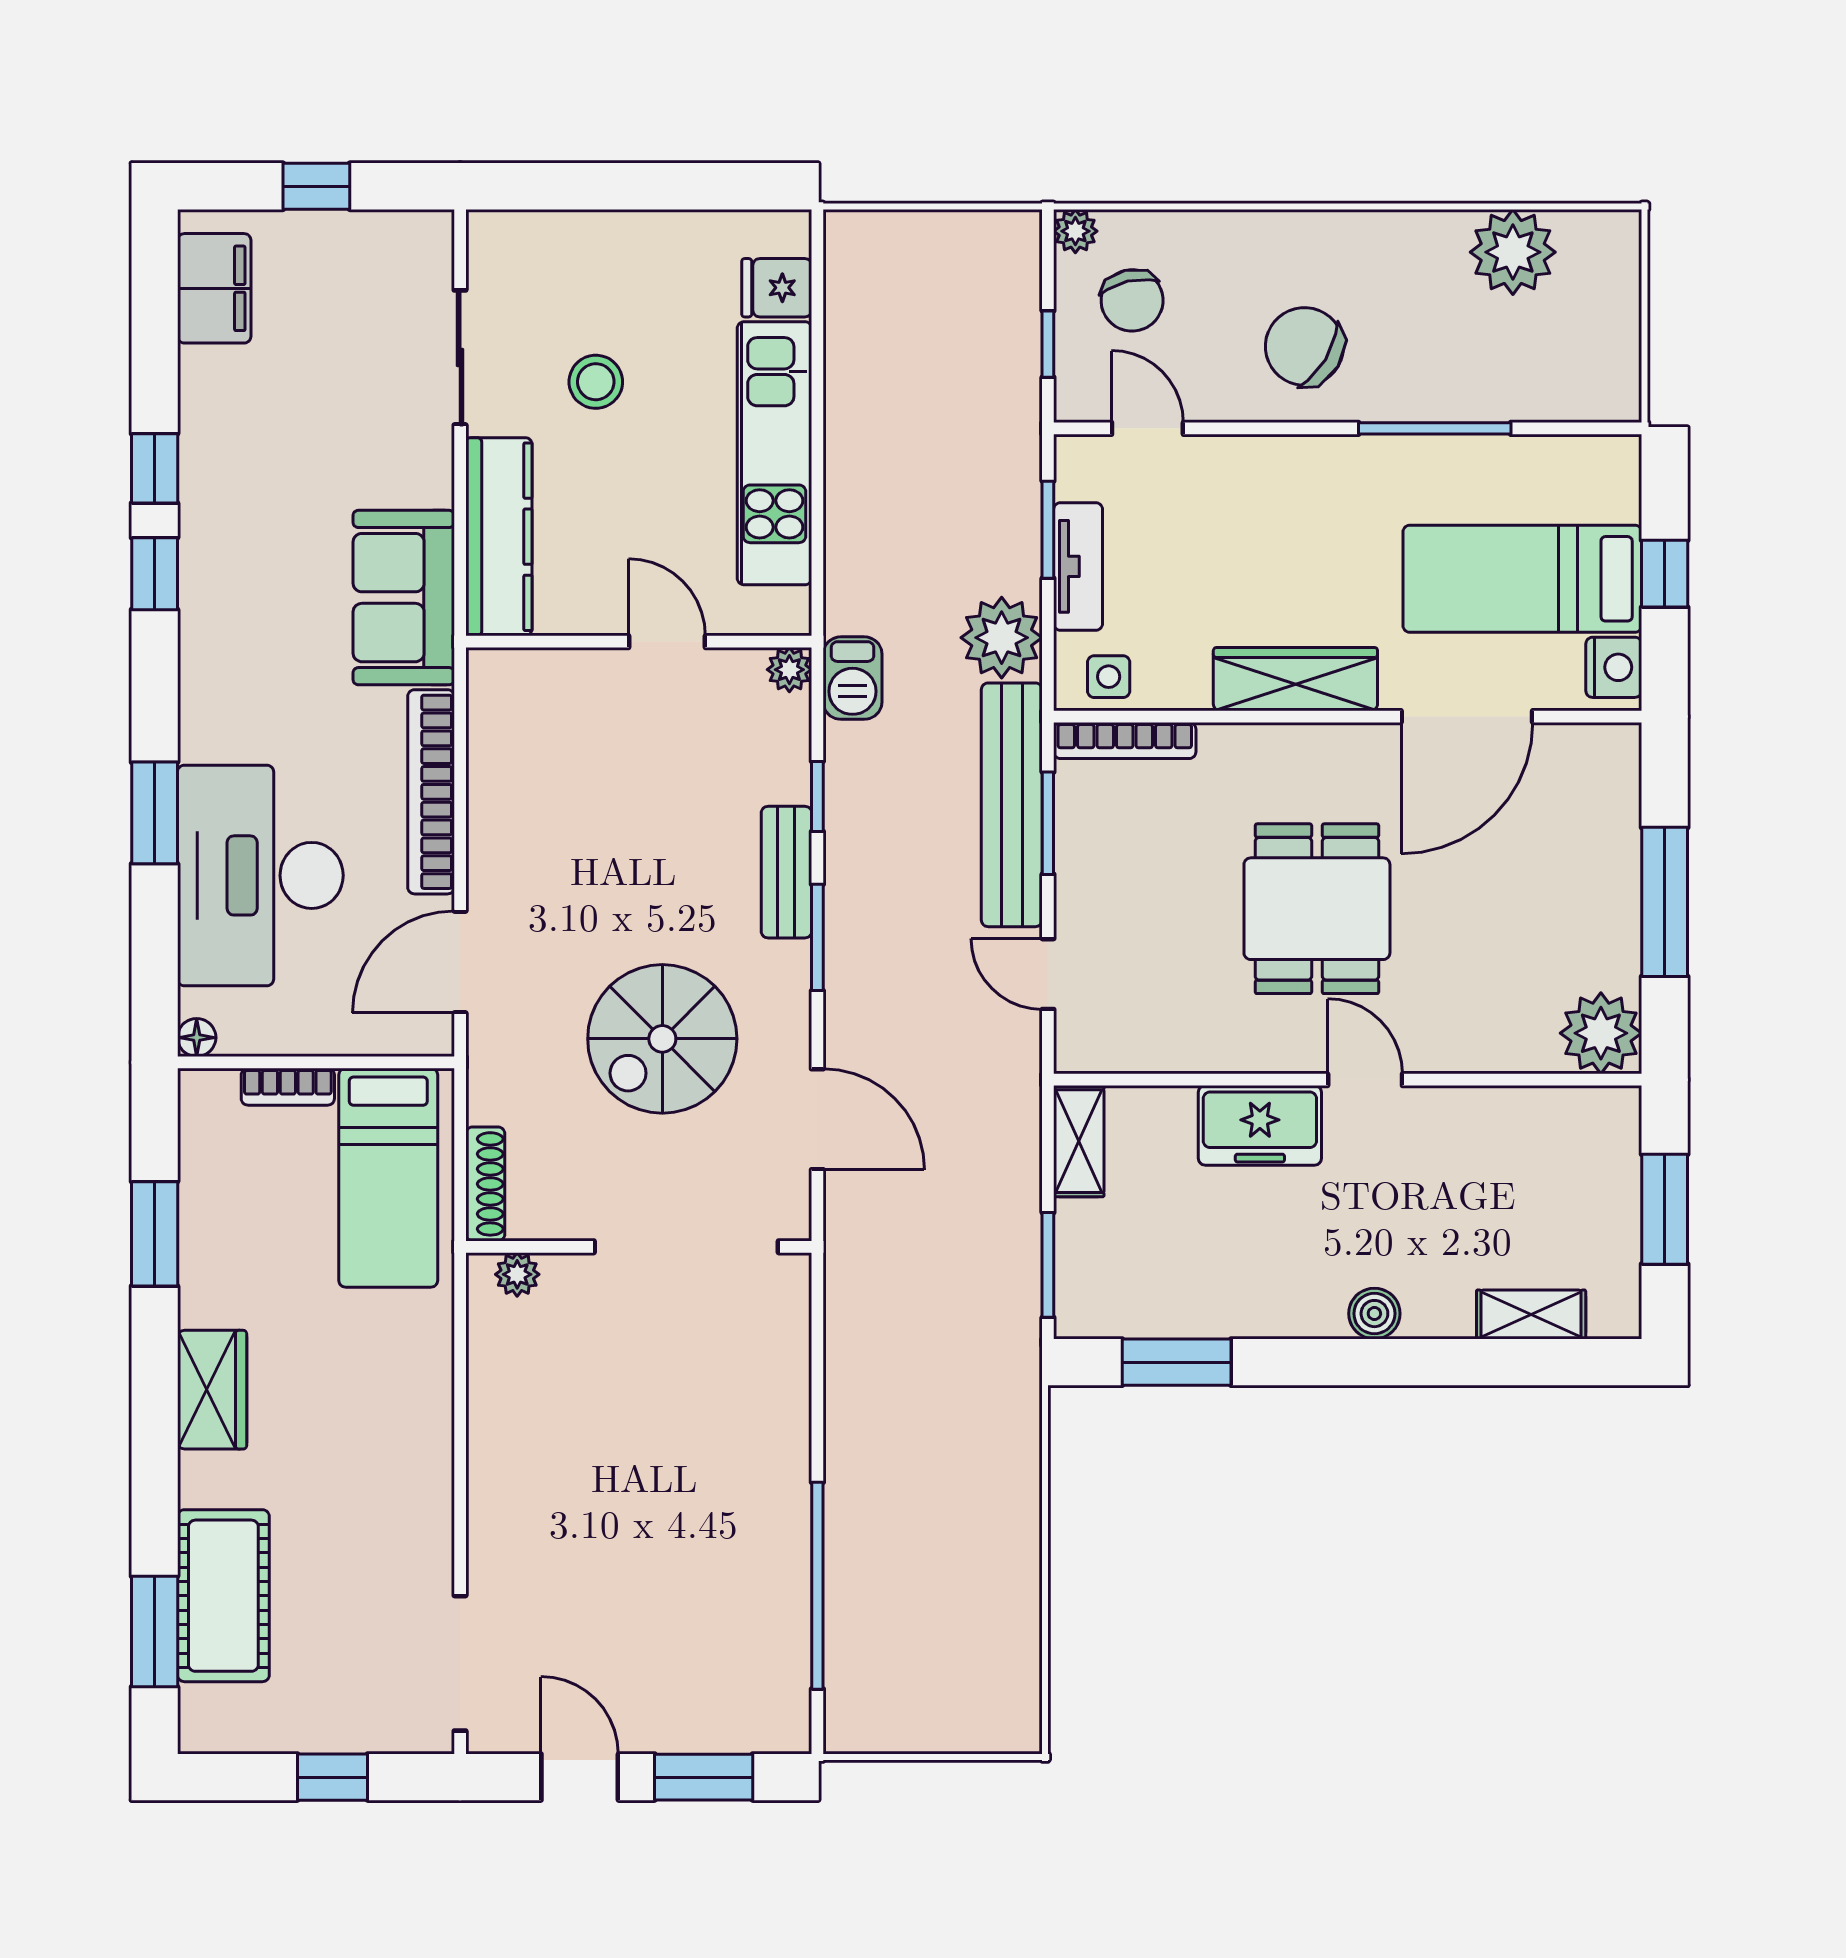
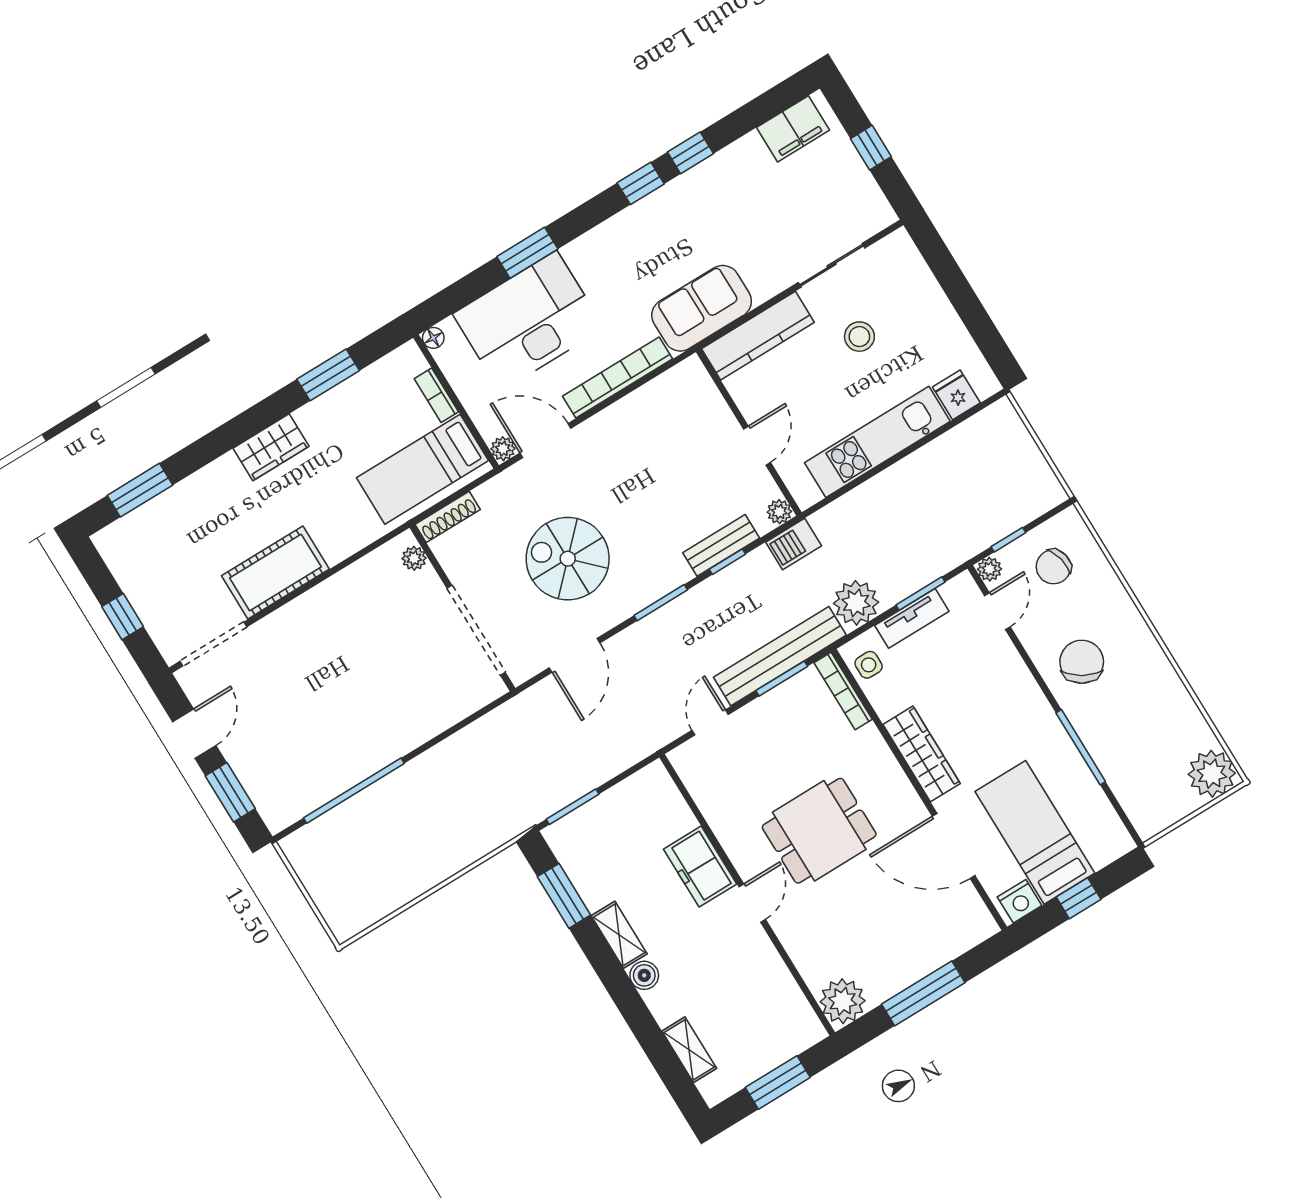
plant: (1075, 231) -> (989, 569), moved
plant: (1513, 252) -> (1212, 774), moved
bench: (786, 872) -> (721, 545), moved
plant: (432, 1035) -> (503, 449), added
shelving: (1079, 1141) -> (619, 935), moved, turned 90
cot: (223, 1596) -> (275, 572), moved

